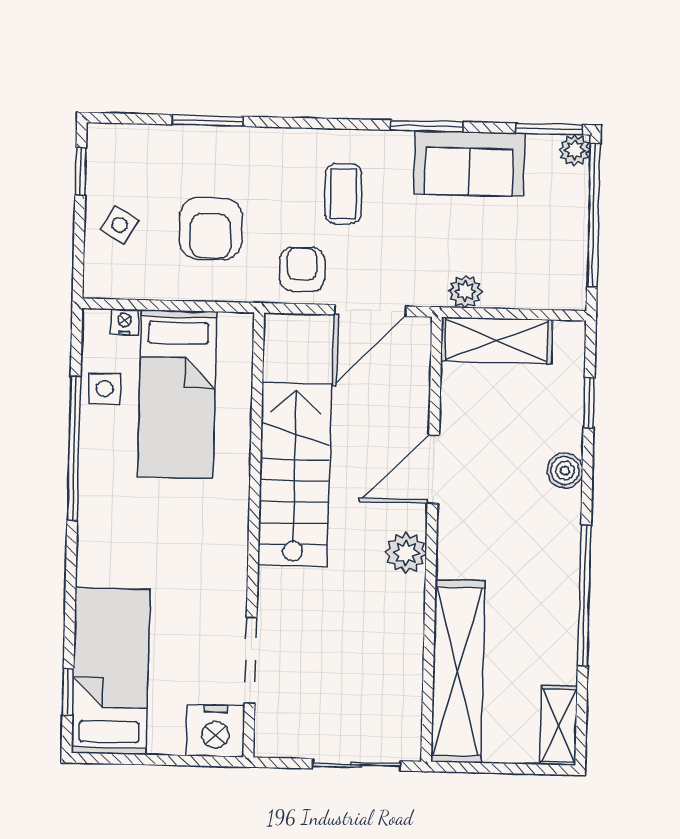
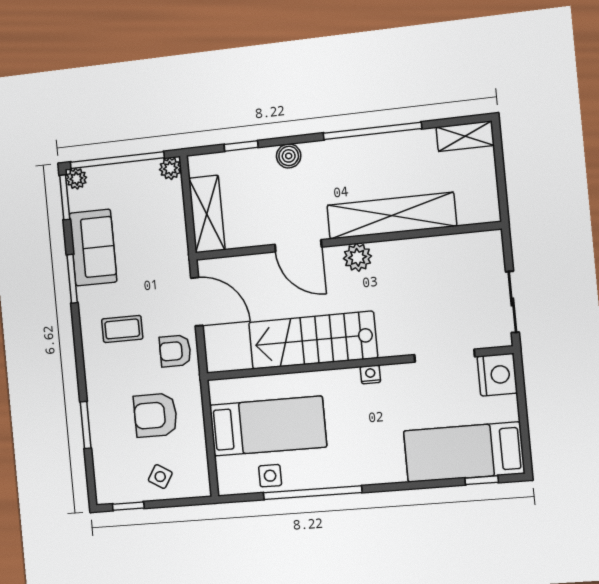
armchair: (211, 229) -> (155, 415), turned 180
plant: (465, 291) -> (170, 168), moved
nightstand: (124, 322) -> (370, 374), moved, turned 90
shelving: (458, 671) -> (391, 216), moved
sliding door: (357, 765) -> (512, 302), moved

